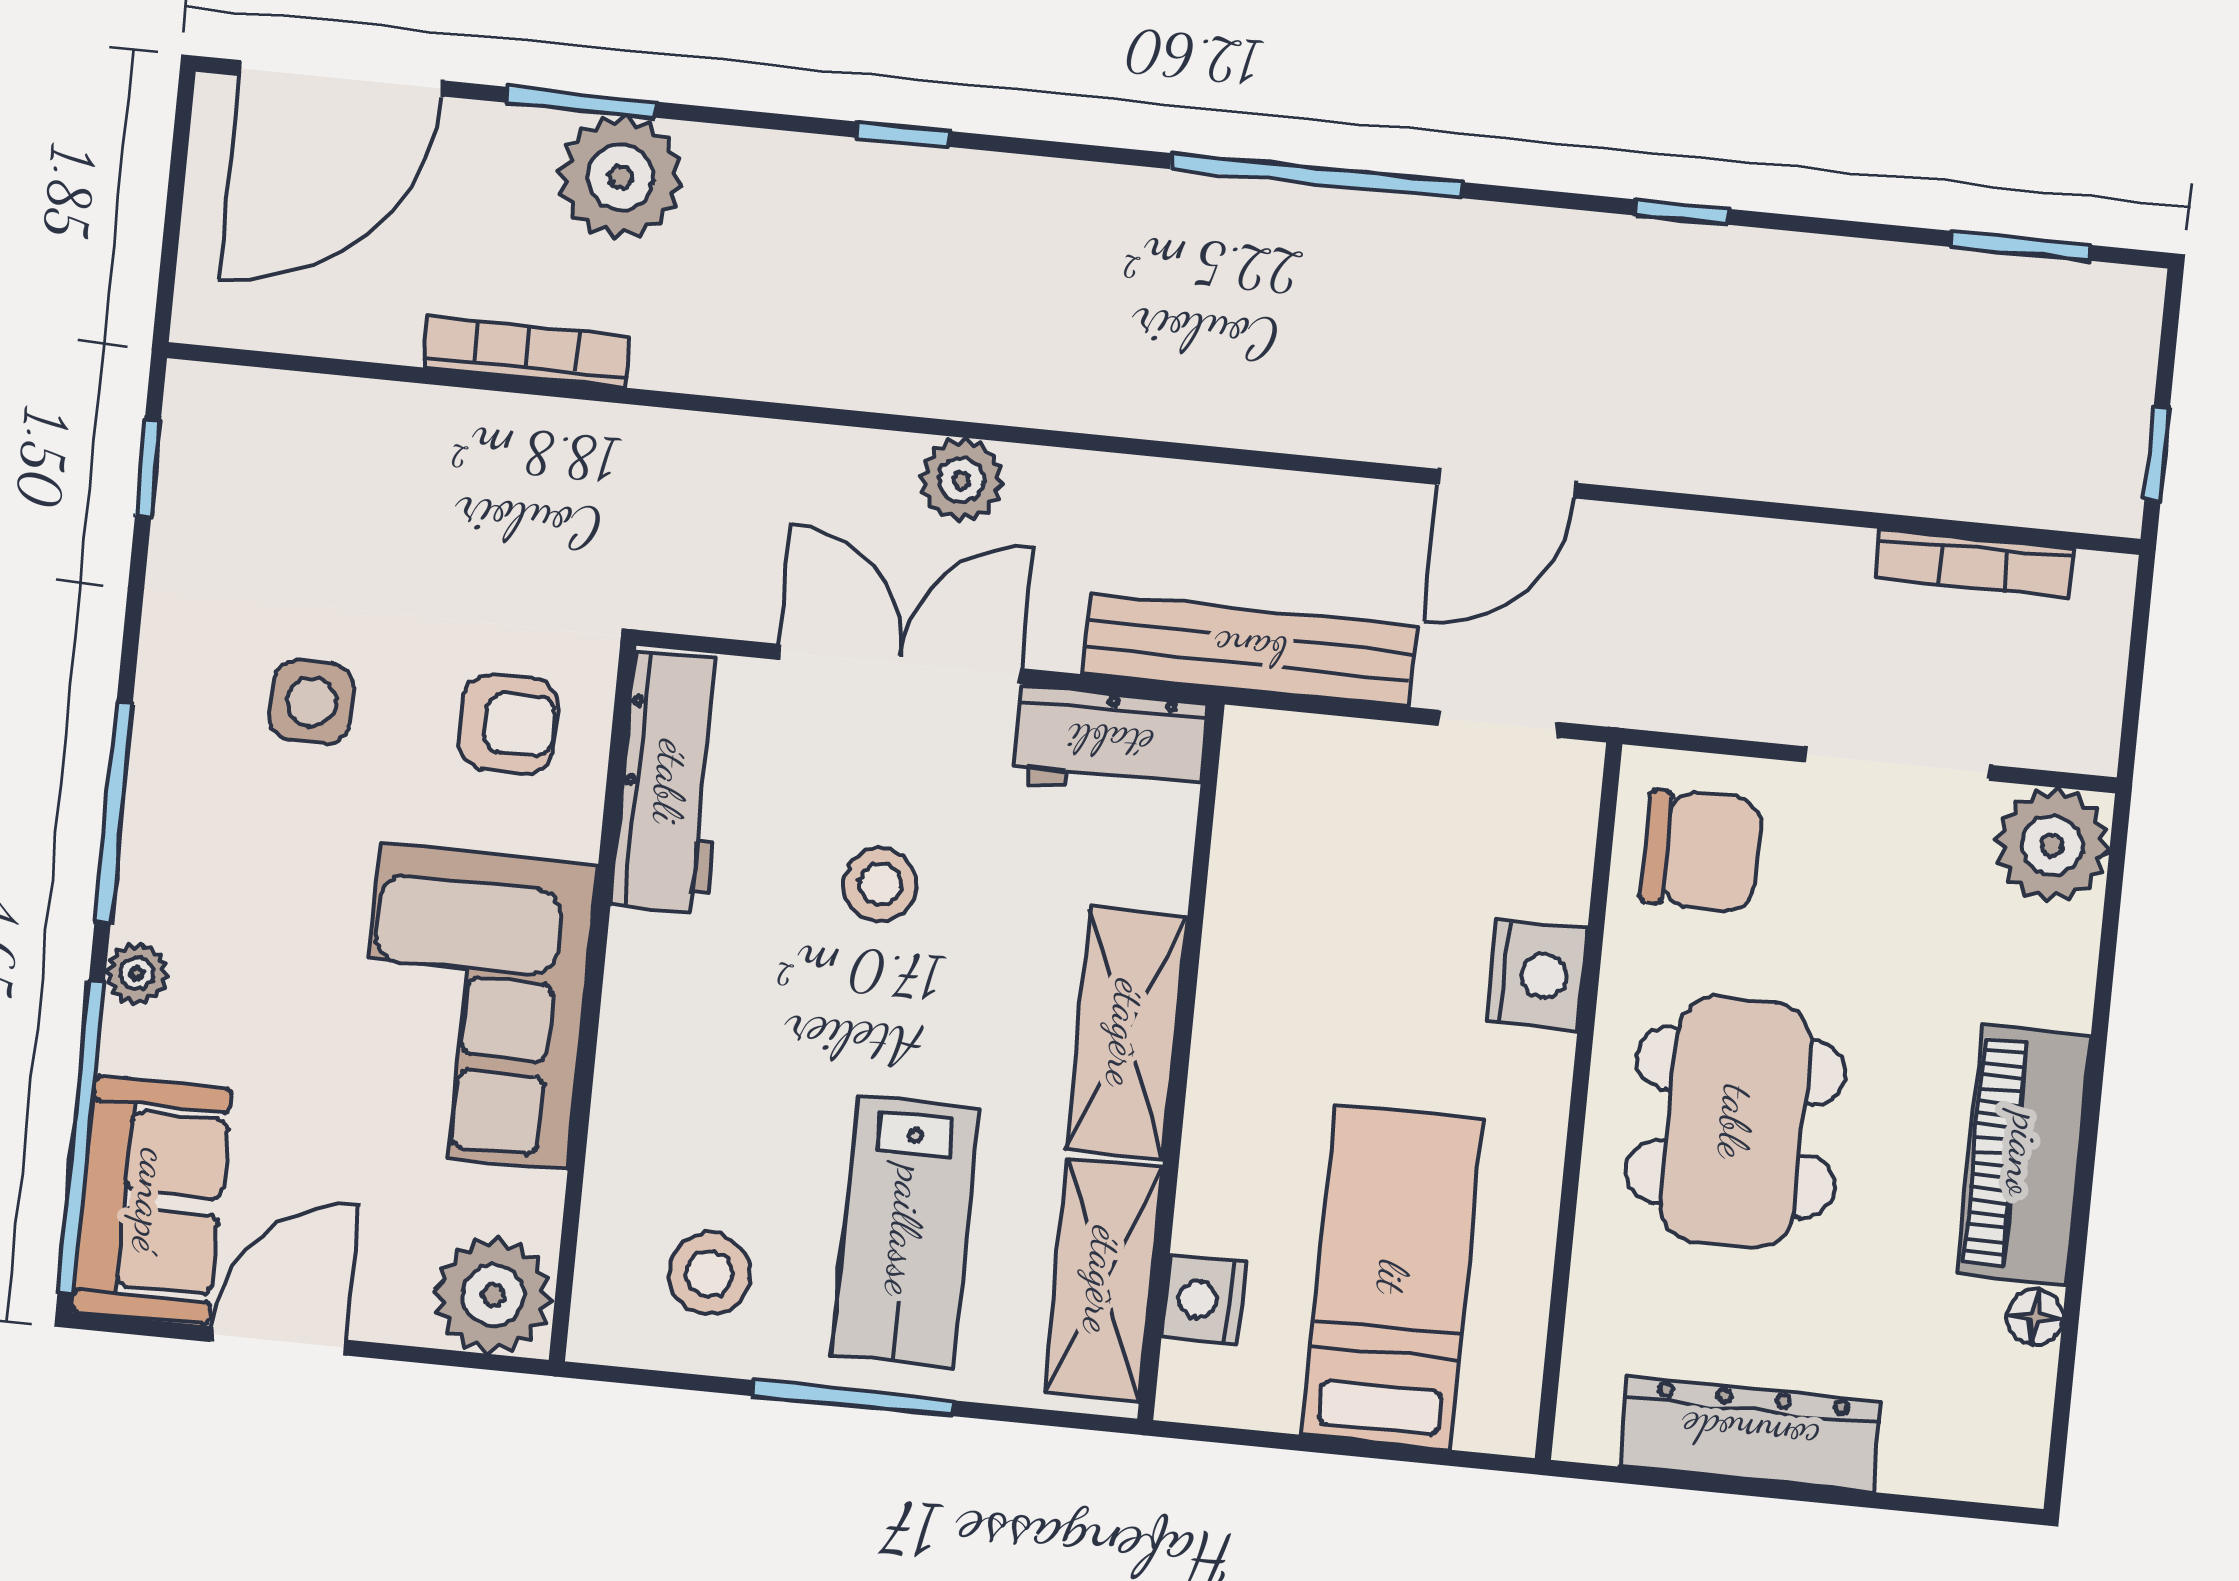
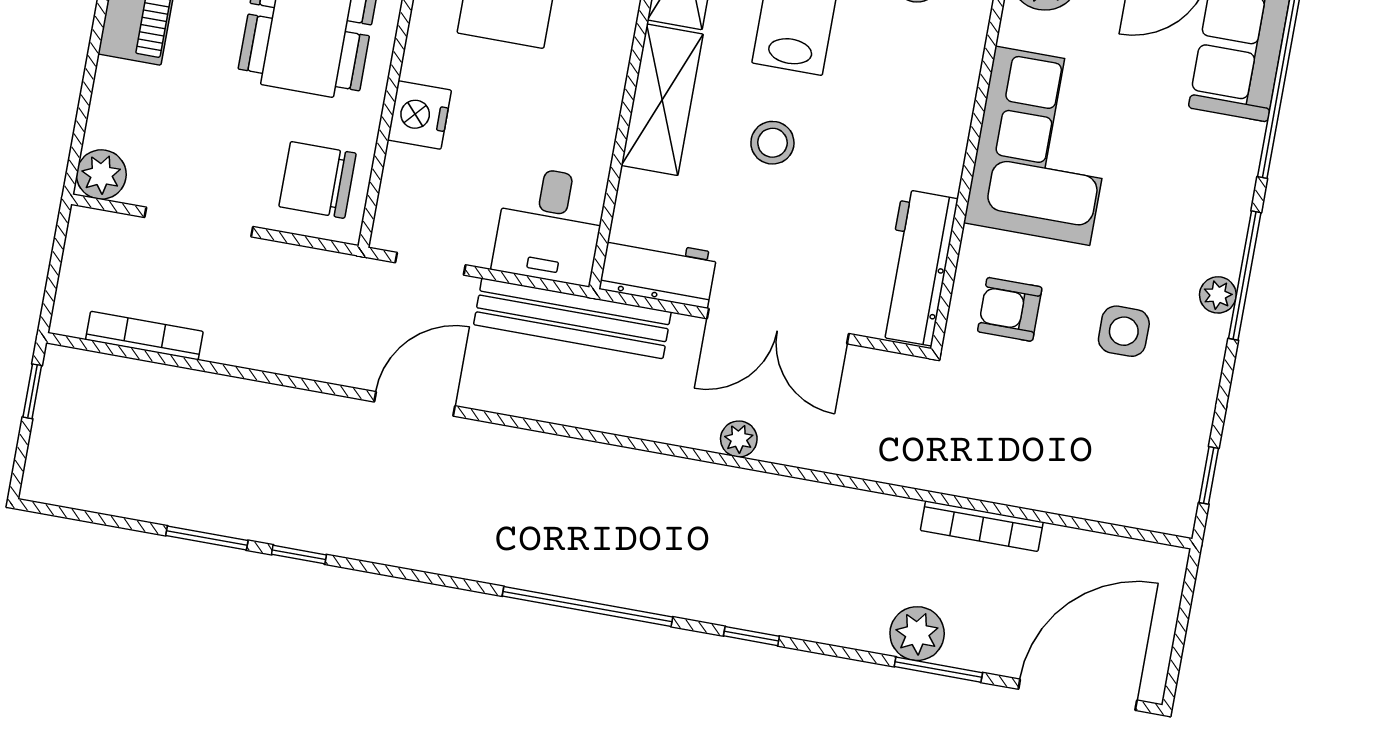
window: (1317, 176) -> (588, 607), moved
plant: (620, 177) -> (917, 634), width x0.73, depth x0.73
window: (2020, 246) -> (207, 538), moved
plant: (961, 480) -> (739, 439), width x0.73, depth x0.73
desk: (1301, 805) -> (550, 225), added
plant: (2052, 845) -> (101, 174), width x0.73, depth x0.73
stool: (880, 884) -> (772, 143), moved
plant: (137, 973) -> (1218, 295), moved

